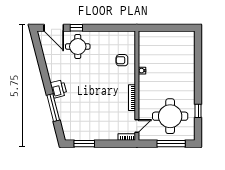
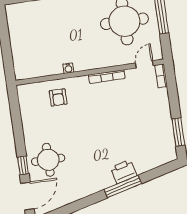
printer: (59, 89) -> (124, 172), moved
window: (53, 108) -> (123, 186), moved
door: (137, 126) -> (144, 64), hinge flipped

